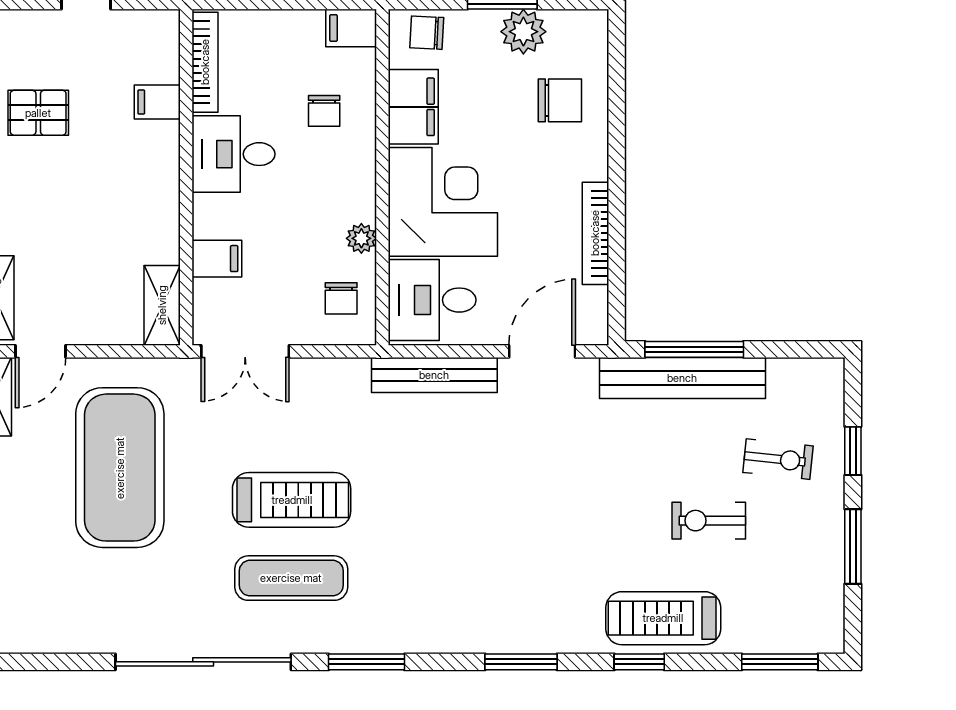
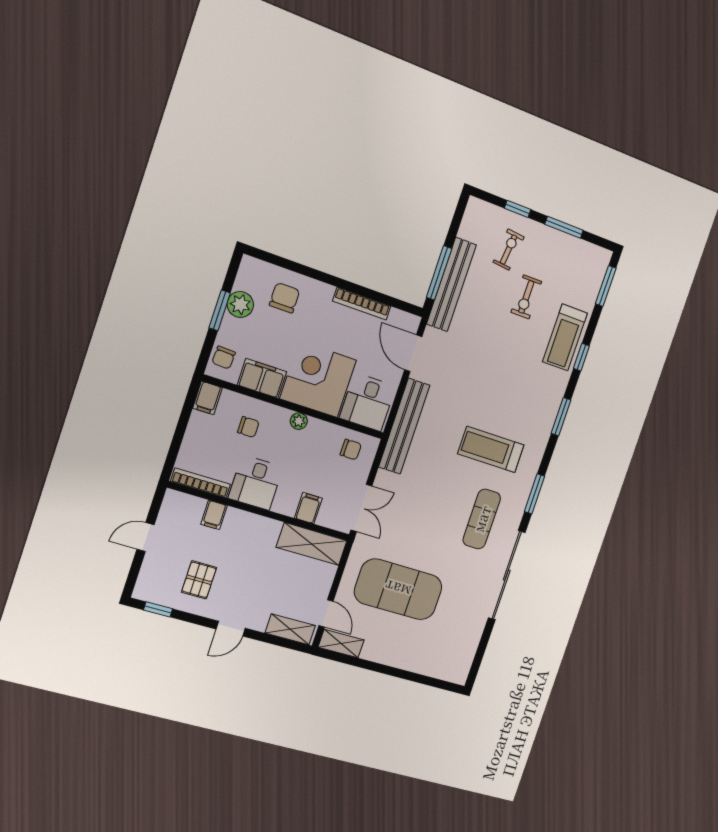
plant: (361, 238) -> (299, 421), moved
shelving: (162, 305) -> (312, 544), width x1.50, depth x1.33
bench: (434, 375) -> (404, 426), width x1.37, depth x1.21
treadmill: (292, 500) -> (491, 449), moved, turned -90

